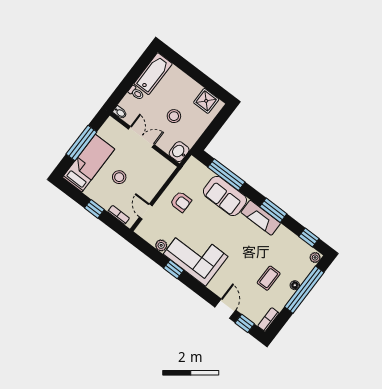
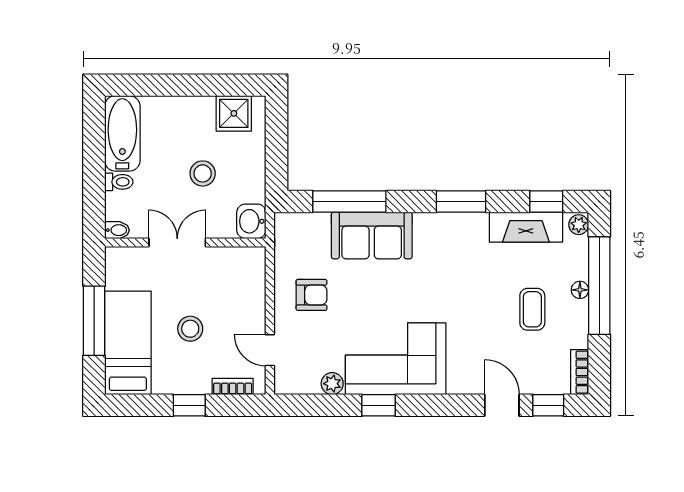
fireplace: (261, 218) -> (526, 227), moved

